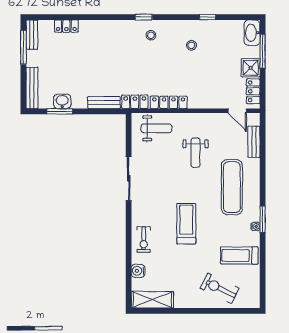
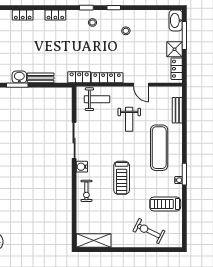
window: (208, 17) -> (114, 8), moved
locker: (106, 26) -> (55, 15), added
bench: (104, 103) -> (41, 78), moved
door: (237, 111) -> (141, 85), moved
treadmill: (186, 224) -> (122, 178), turned 180
water cooler: (138, 271) -> (82, 167), moved

